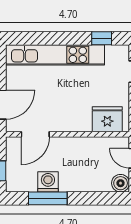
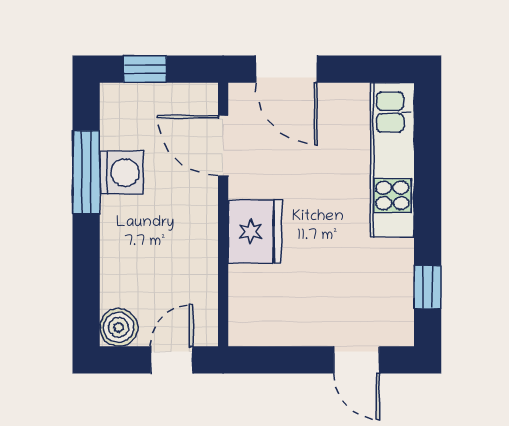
kitchen unit: (55, 55) -> (392, 160), width x0.73
fridge: (107, 119) -> (255, 232), moved

